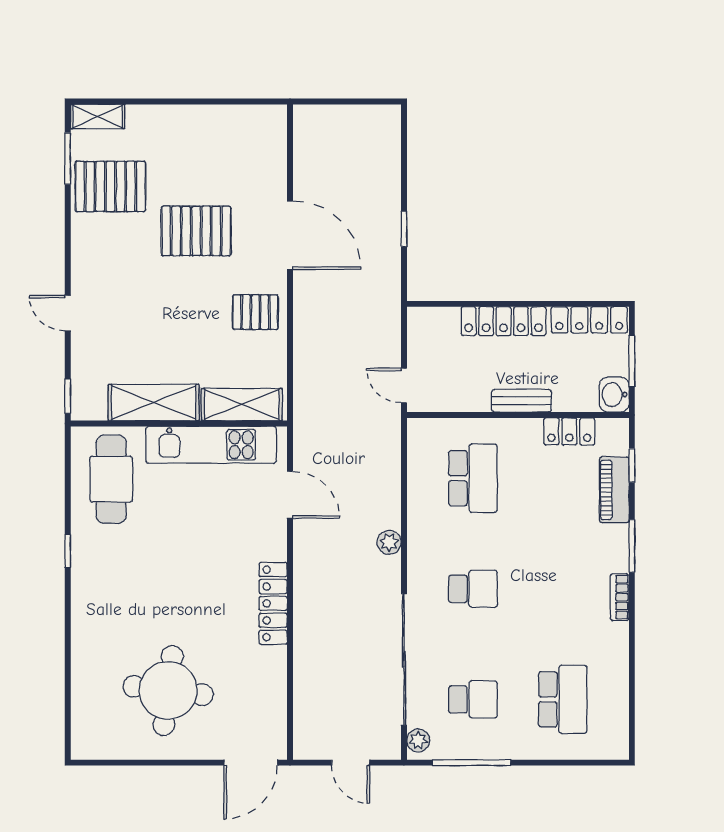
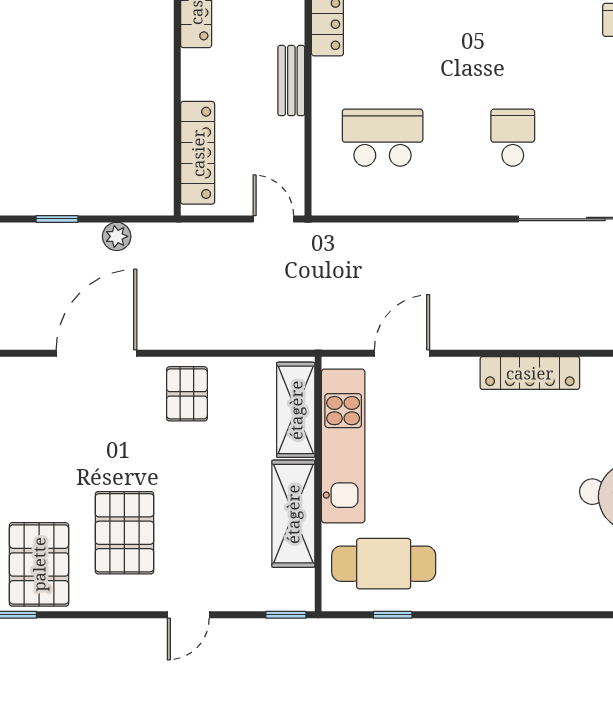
window: (404, 229) -> (57, 219), moved
pallet: (196, 231) -> (124, 533), moved
locker: (504, 321) -> (198, 153), moved
door: (404, 385) -> (273, 219), swing flipped
plant: (389, 542) -> (117, 236), moved
window: (68, 551) -> (393, 615), moved

